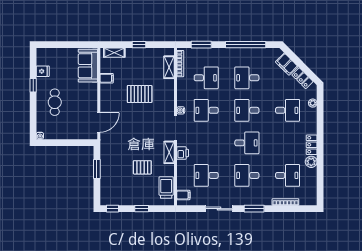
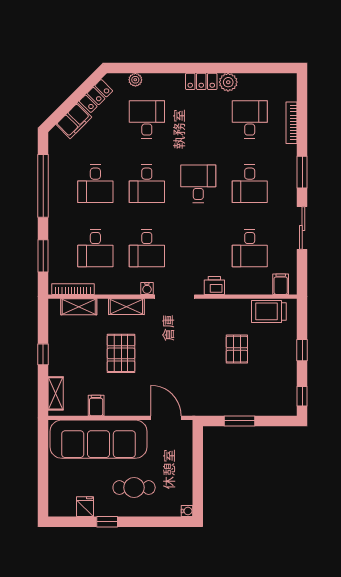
sofa: (88, 66) -> (99, 439), width x1.85, depth x1.27
desk: (206, 78) -> (95, 248), turned 180
shelving: (169, 152) -> (126, 307), moved

